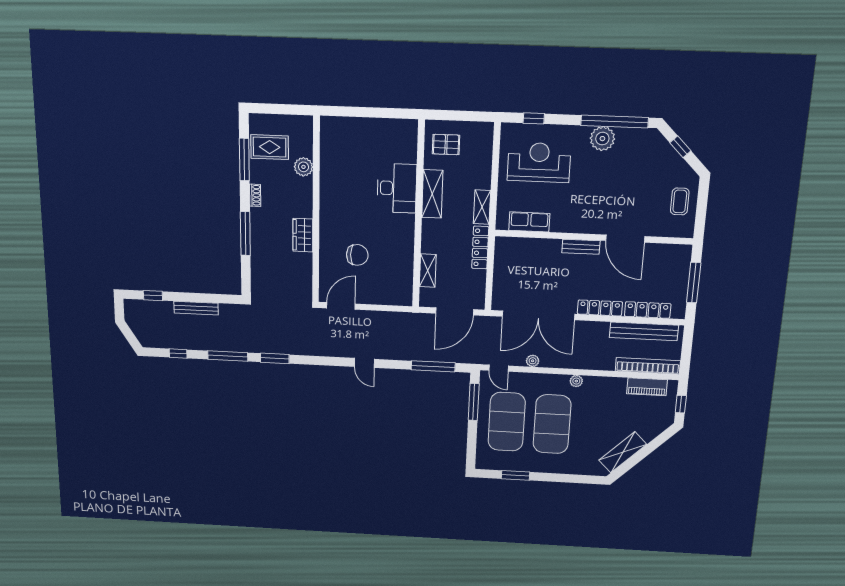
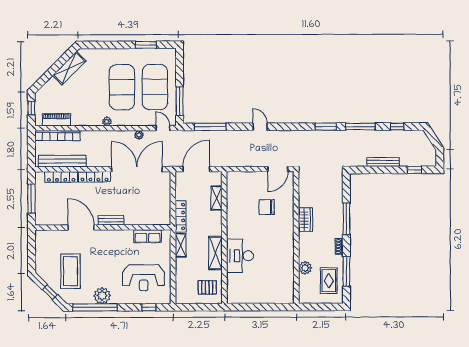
rug: (270, 147) -> (329, 281), turned 90
coffee table: (680, 201) -> (70, 271), moved, width x1.86, depth x1.72

